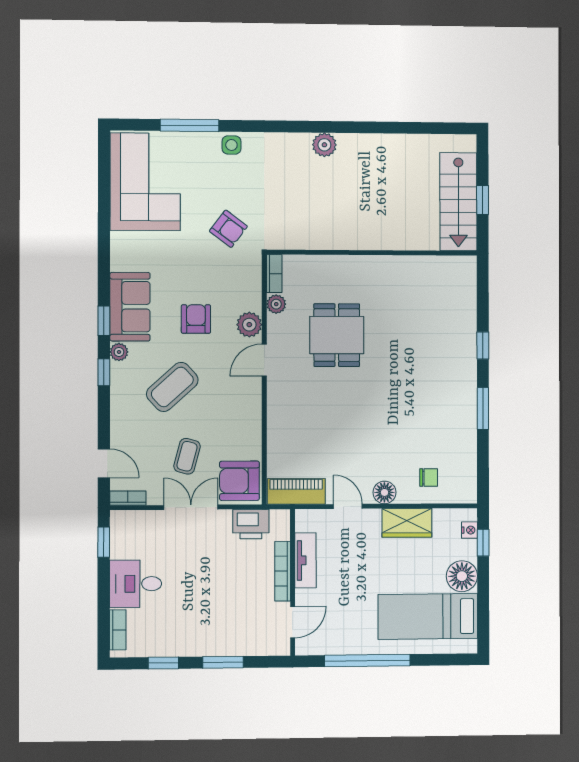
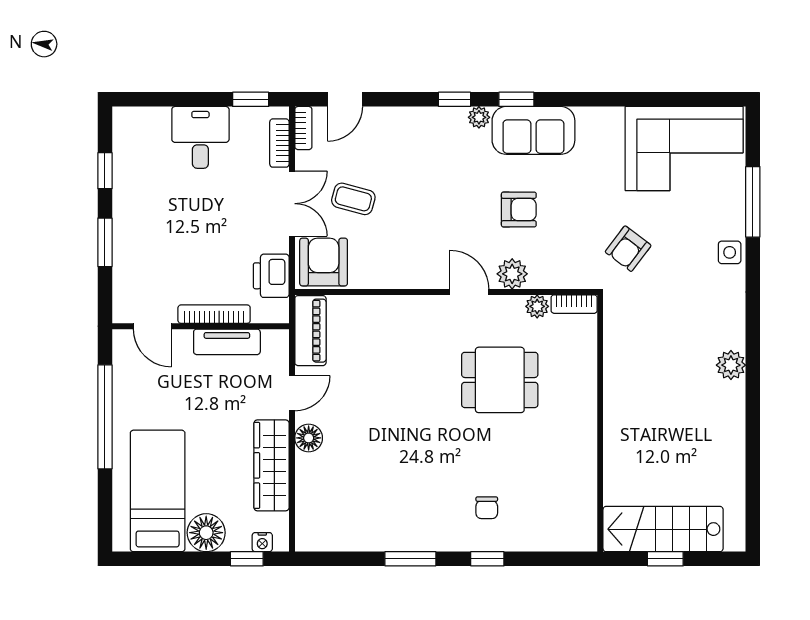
coffee table: (172, 387) -> (437, 181), removed
chair: (429, 478) -> (487, 508), moved
wardrobe: (407, 523) -> (272, 465), width x1.50
bookcase: (118, 630) -> (279, 143), moved, turned 90

